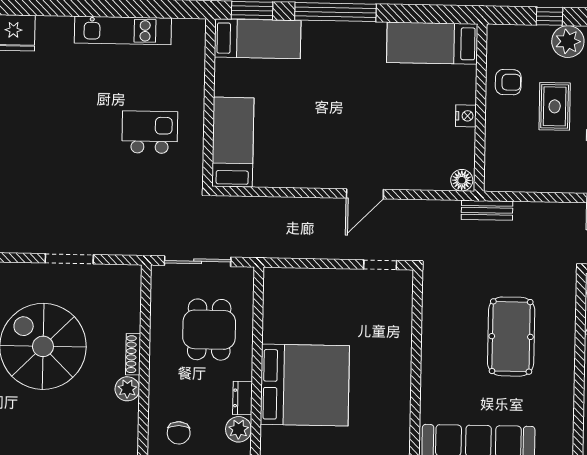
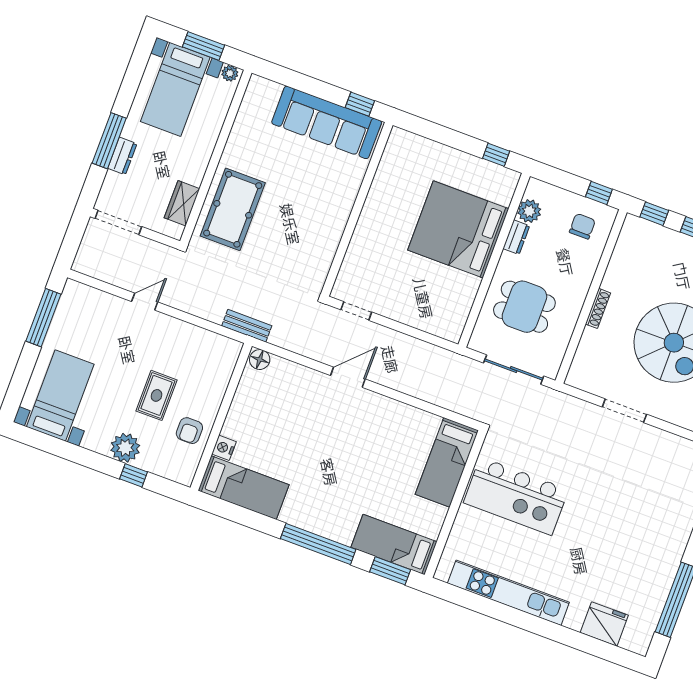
kitchen unit: (123, 30) -> (508, 593), width x1.36
armchair: (508, 82) -> (189, 431), turned -90
nightstand: (466, 116) -> (224, 448), moved
kitchen island: (150, 132) -> (516, 496), width x1.87, depth x1.28
dining table: (209, 330) -> (524, 307), turned 90
pool table: (511, 337) -> (233, 209), moved
plant: (127, 389) -> (614, 280), removed

